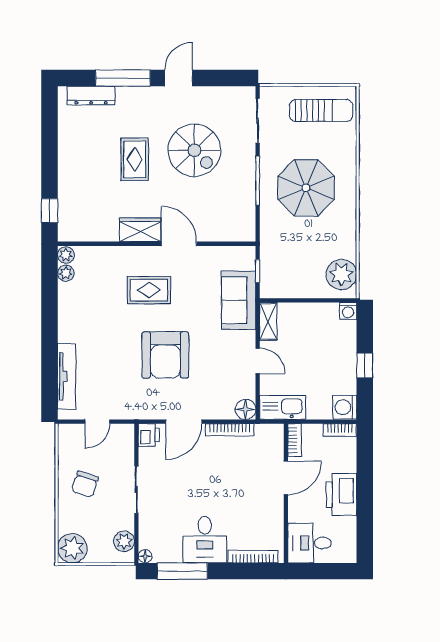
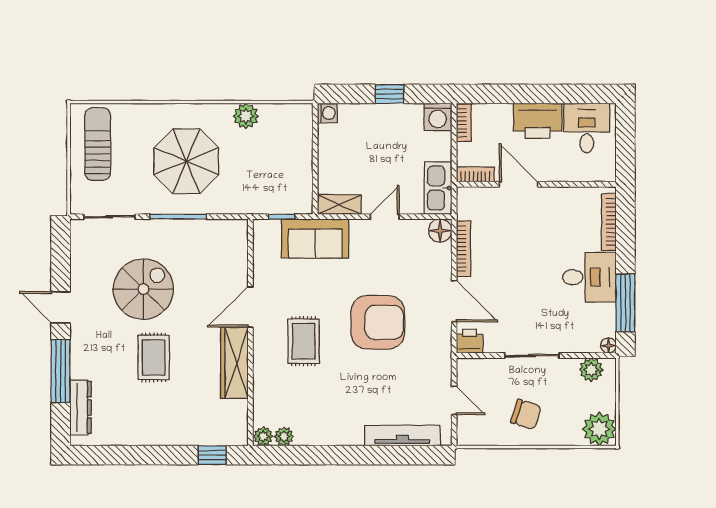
rug: (135, 159) -> (154, 357), turned 90
wardrobe: (140, 230) -> (234, 363), width x1.50
plant: (341, 274) -> (246, 116), moved, width x0.73, depth x0.73
desk: (309, 543) -> (587, 128), moved, turned 180

